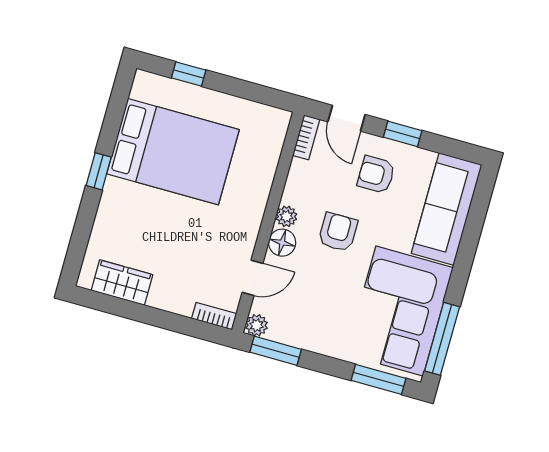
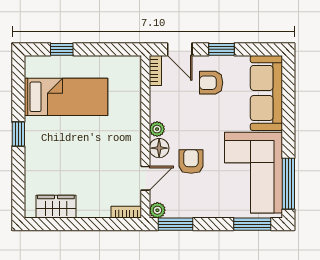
bed: (173, 152) -> (66, 97), width x0.67
armchair: (338, 232) -> (191, 161), moved

